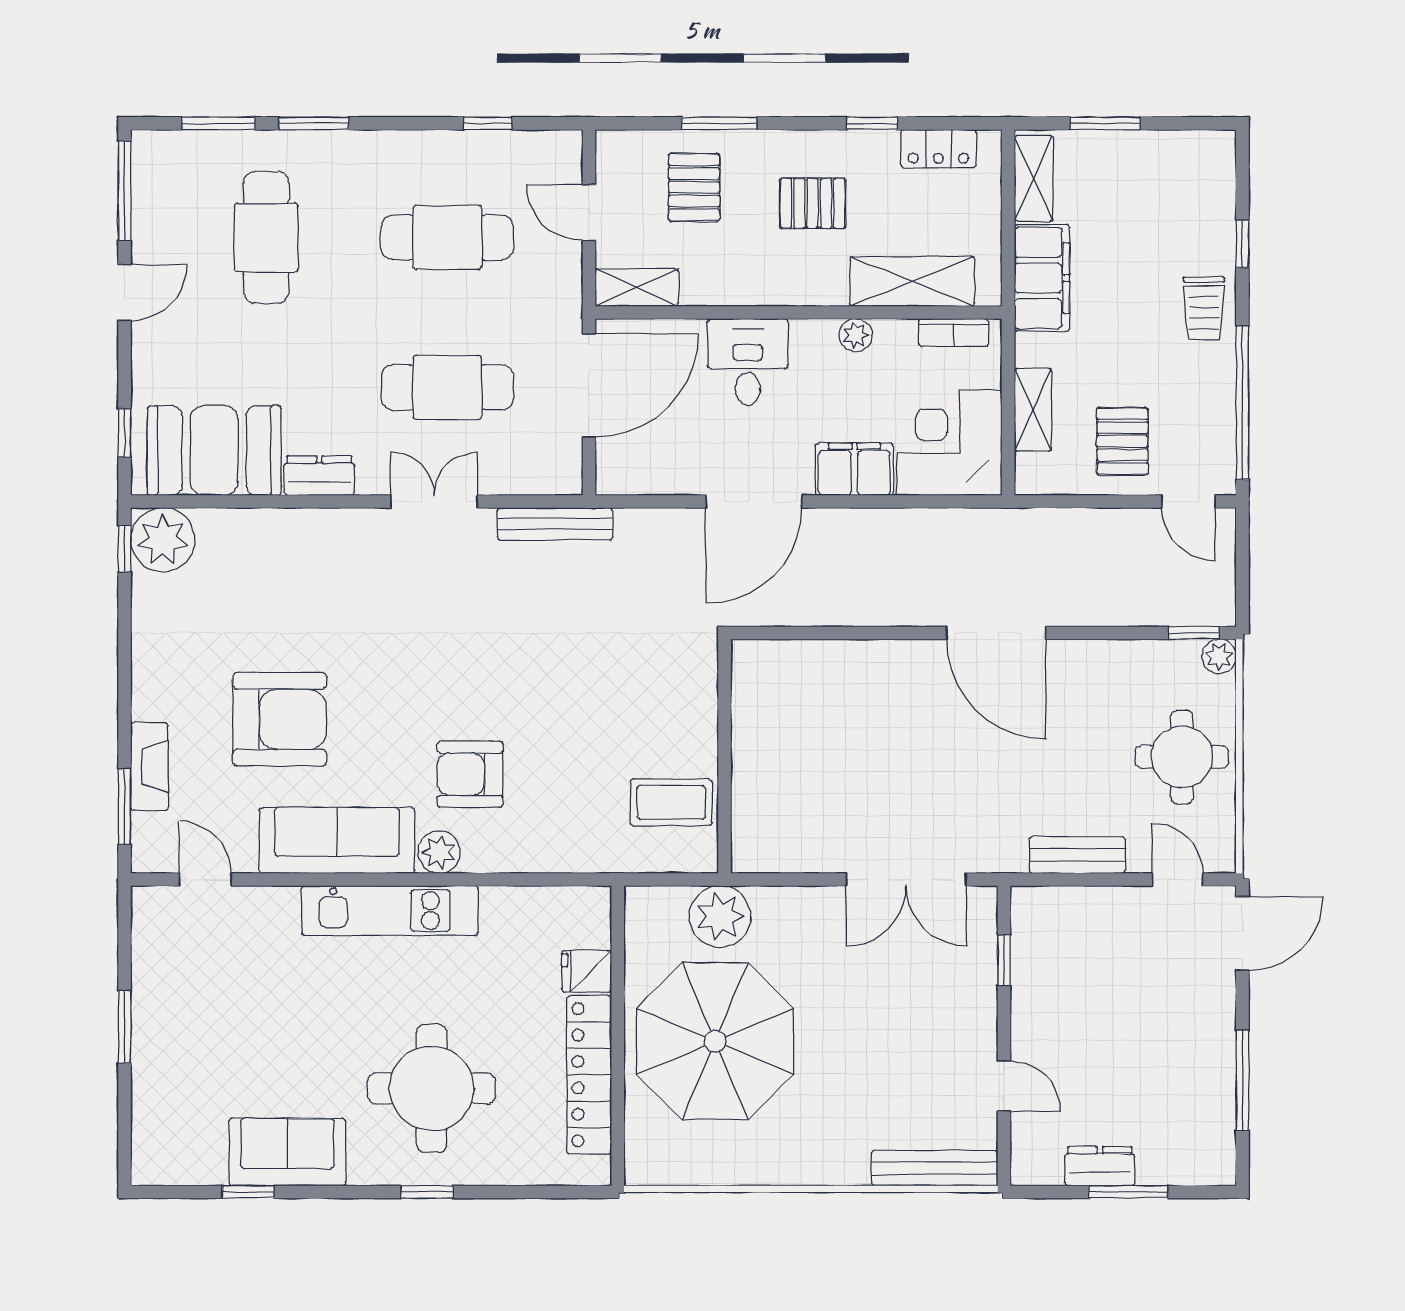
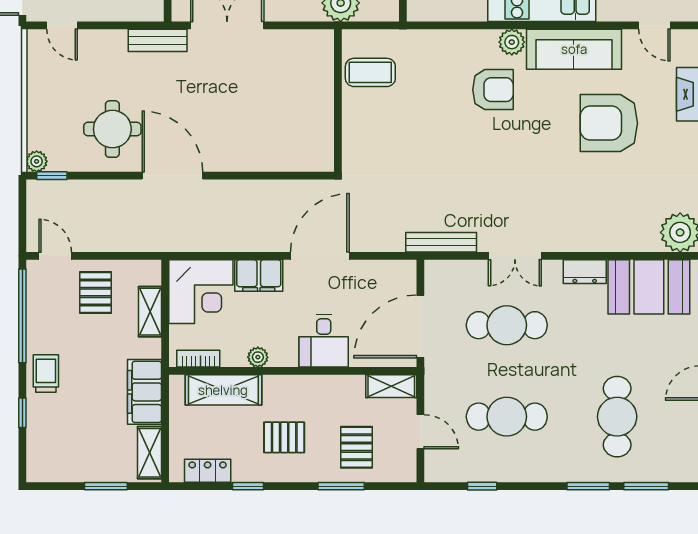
round table: (1182, 757) -> (112, 129), moved
bench: (1077, 855) -> (158, 40), moved

